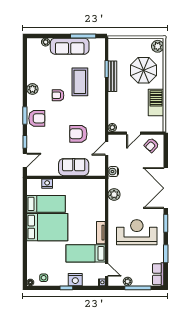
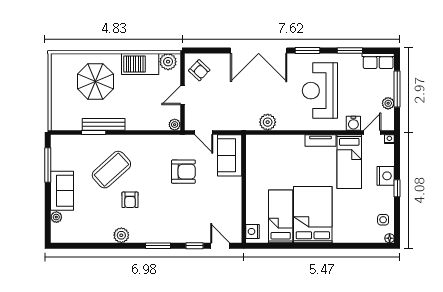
sofa: (70, 46) -> (62, 191), width x0.73
plant: (158, 46) -> (168, 62), moved
coffee table: (80, 82) -> (111, 170), turned -42
armchair: (37, 118) -> (162, 229), removed
door: (133, 133) -> (183, 95), swing flipped
armchair: (78, 134) -> (183, 172), turned -90
sofa: (74, 167) -> (230, 155), moved
water cooler: (113, 172) -> (353, 123), moved
nightstand: (47, 184) -> (253, 231), moved

